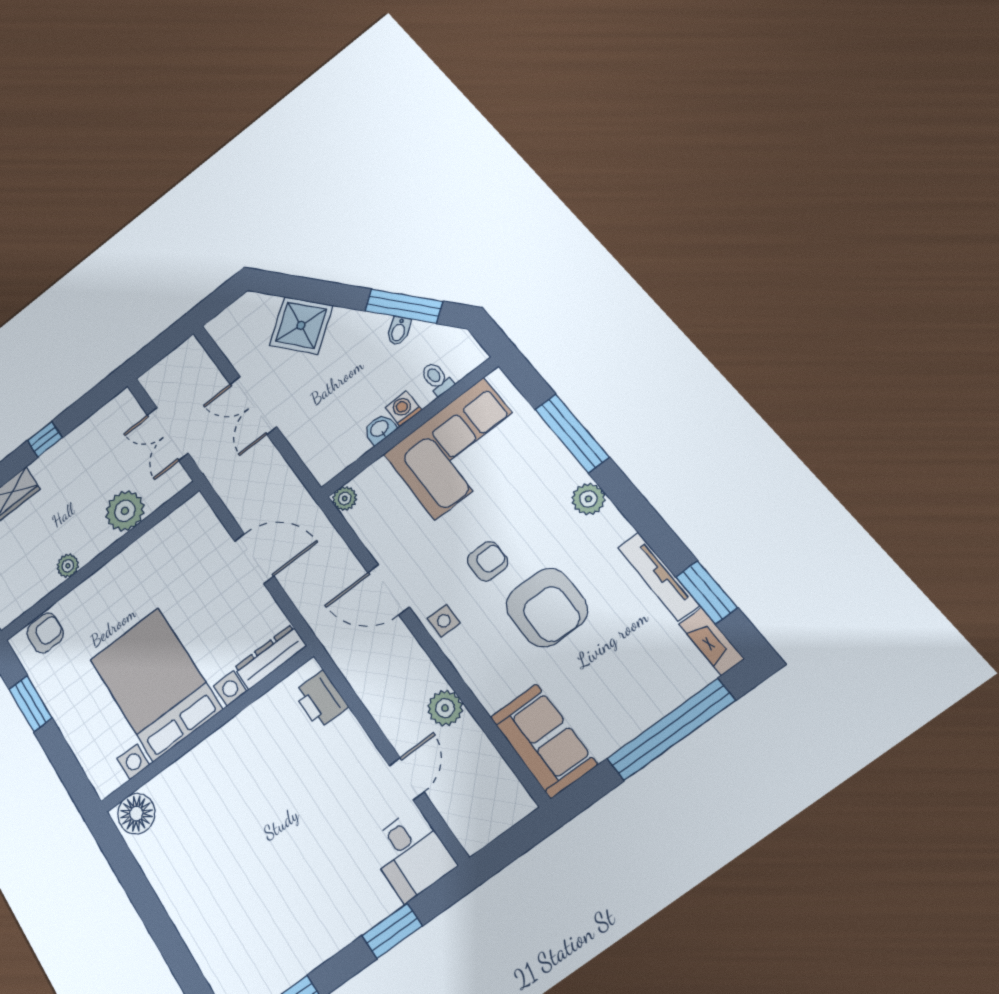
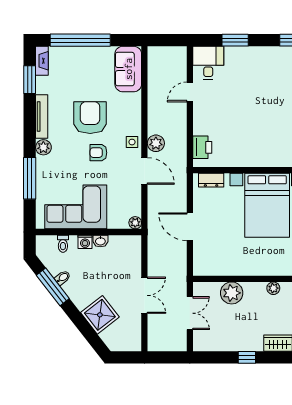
tv unit: (658, 576) -> (42, 117), moved
dresser: (270, 657) -> (211, 180), width x0.70
plant: (445, 708) -> (156, 143), moved

